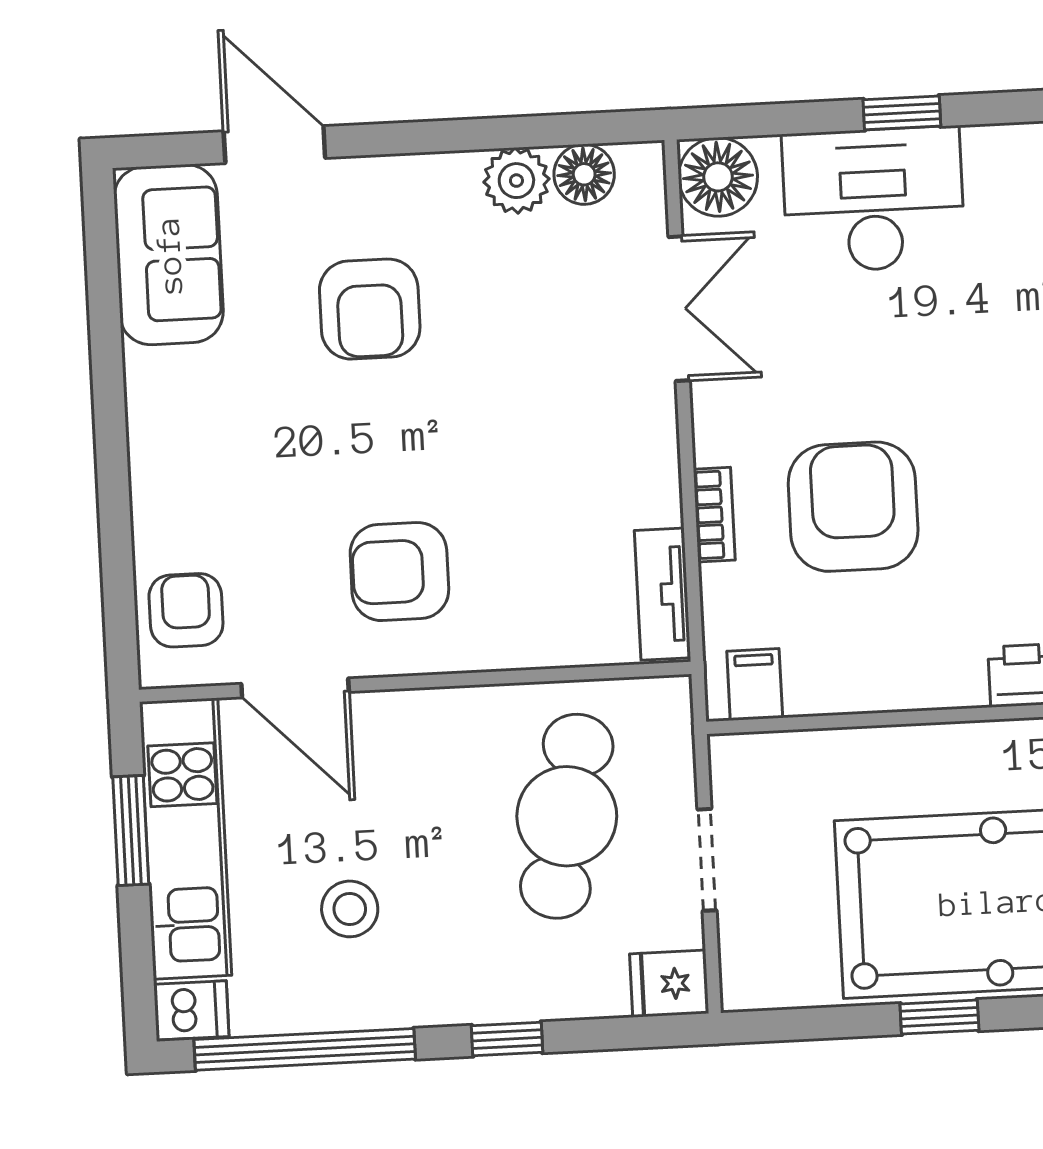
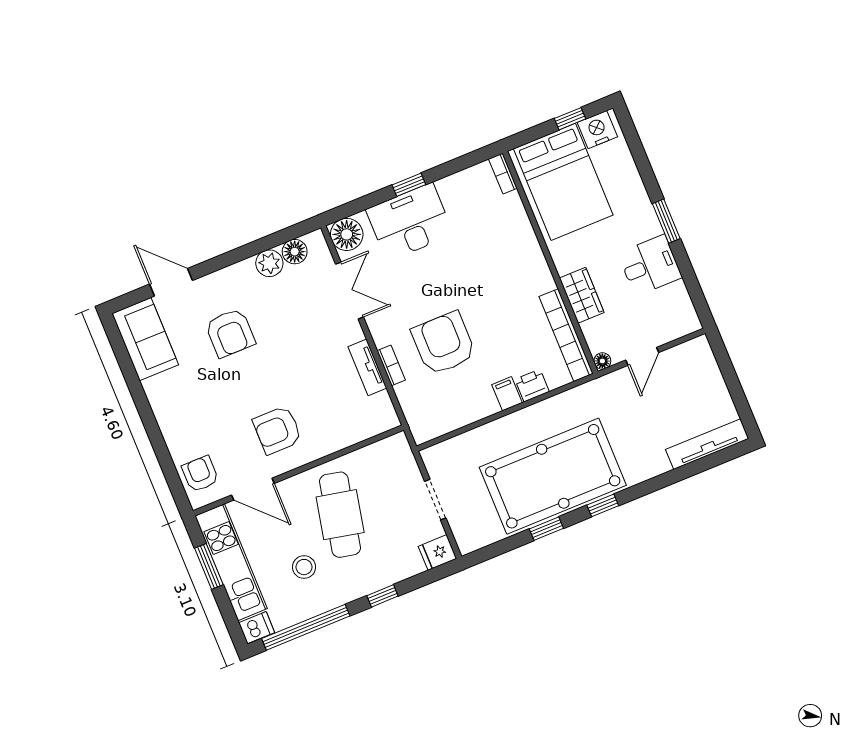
tv unit: (663, 594) -> (367, 367), moved
filing cabinet: (755, 684) -> (507, 394), moved
cafe table: (567, 816) -> (340, 515), moved

